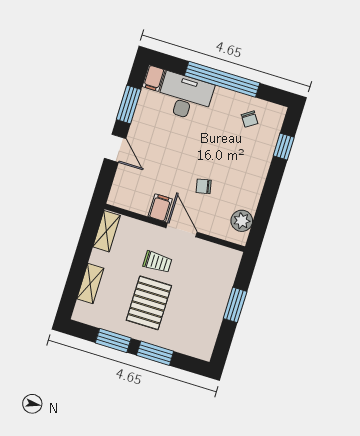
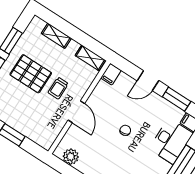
chair: (204, 186) -> (125, 130), moved
filing cabinet: (160, 208) -> (111, 74), moved, turned 90
door: (182, 230) -> (76, 112), hinge flipped

